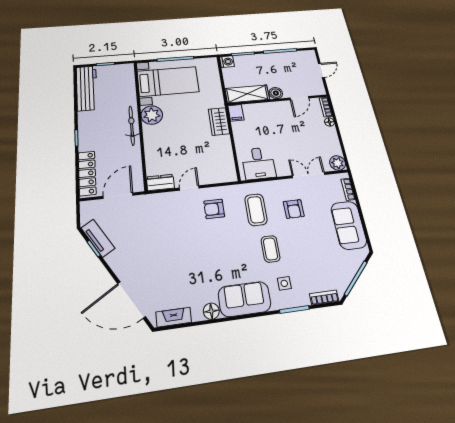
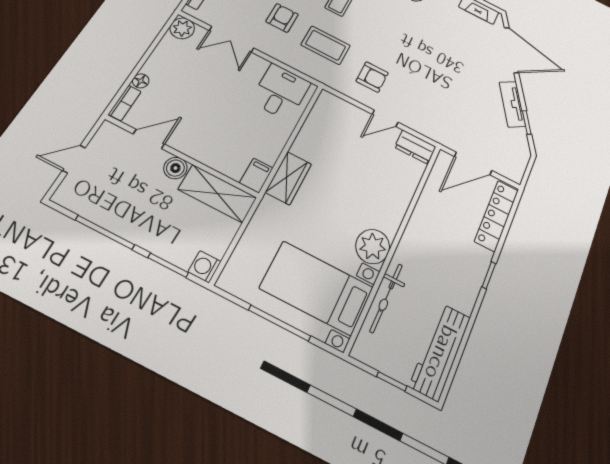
bicycle: (132, 125) -> (386, 298), moved
coffee table: (256, 210) -> (326, 45), turned 90
tv unit: (98, 238) -> (512, 104), moved

